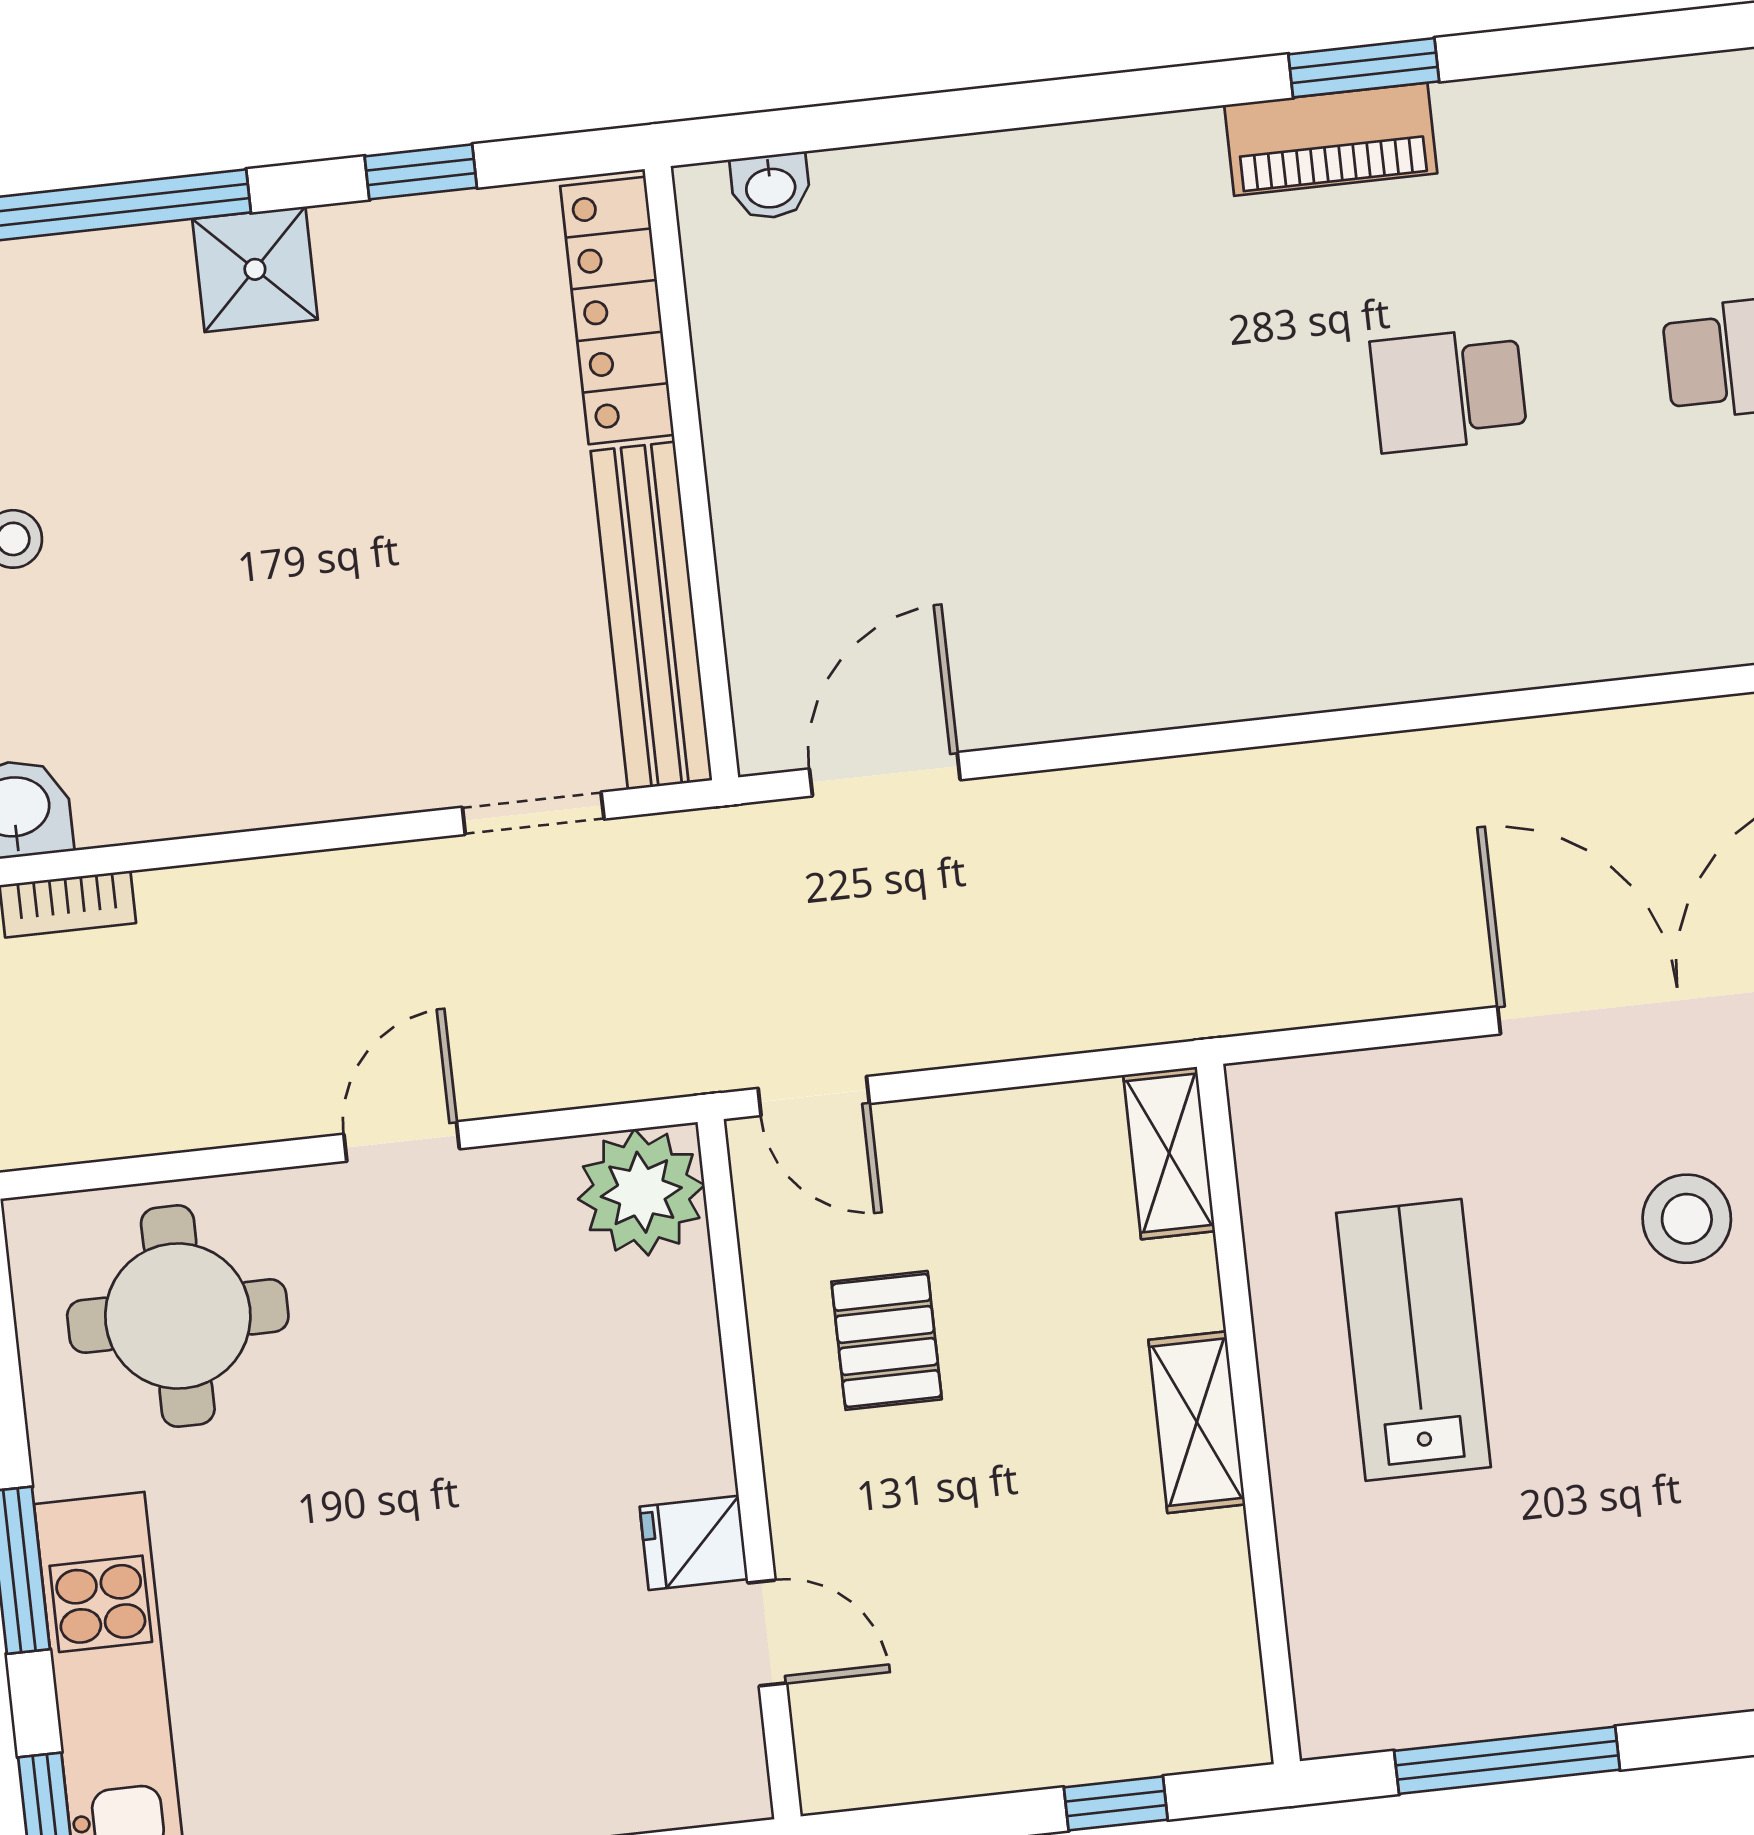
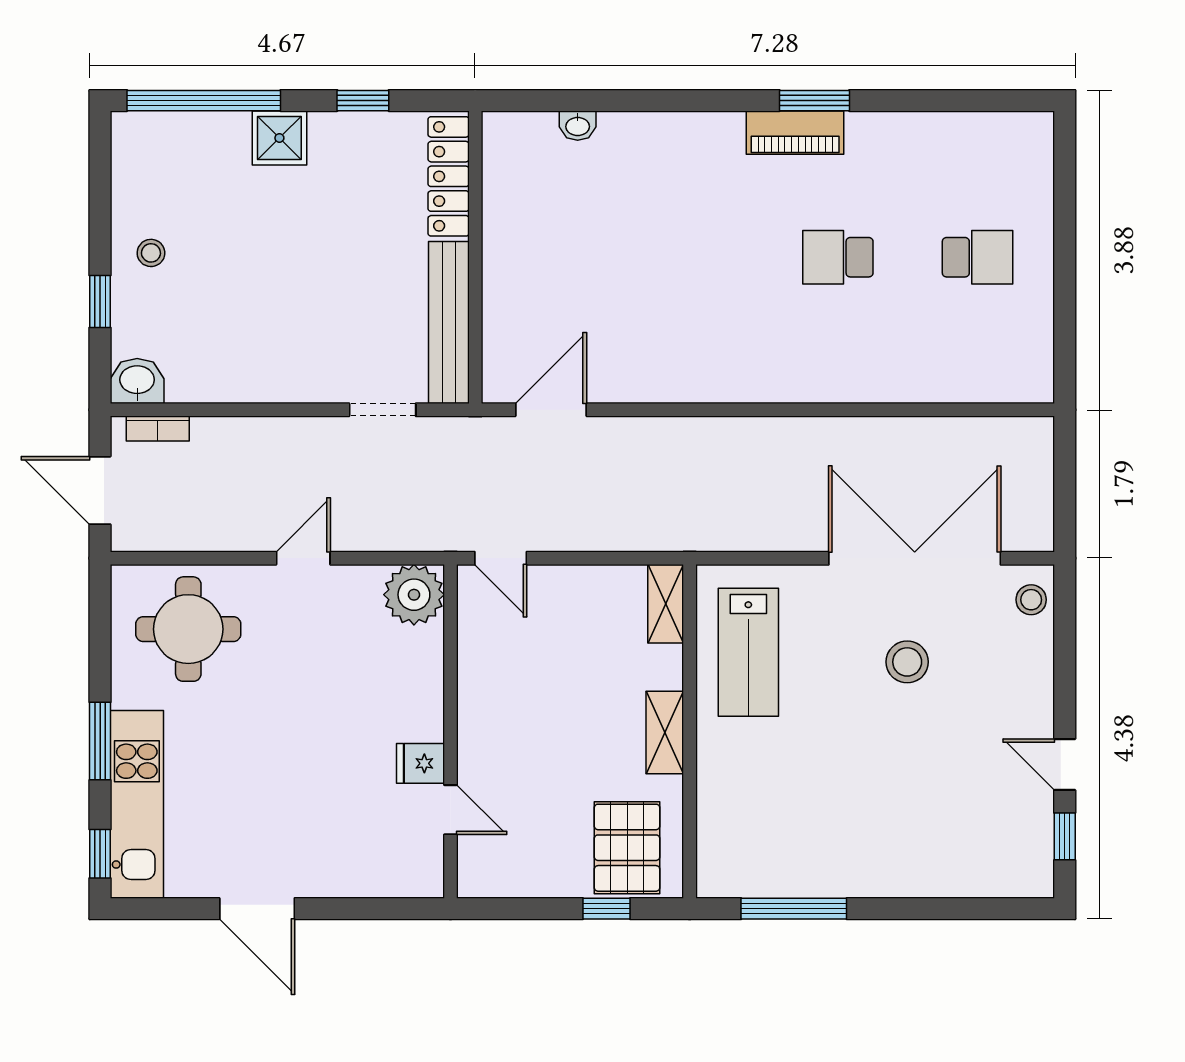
washbasin: (770, 186) -> (578, 126), moved
pallet: (887, 1340) -> (627, 848), moved, width x1.50, depth x1.42
lab bench: (1414, 1340) -> (748, 652), moved, turned 180

